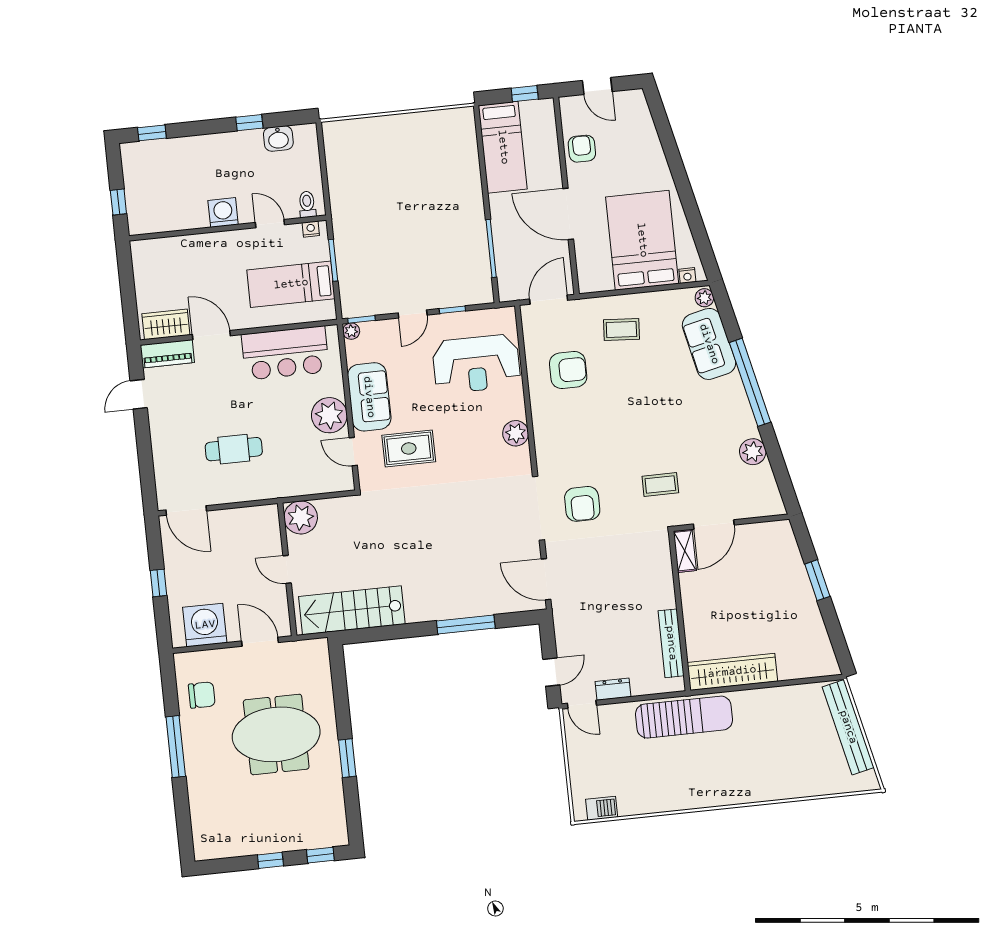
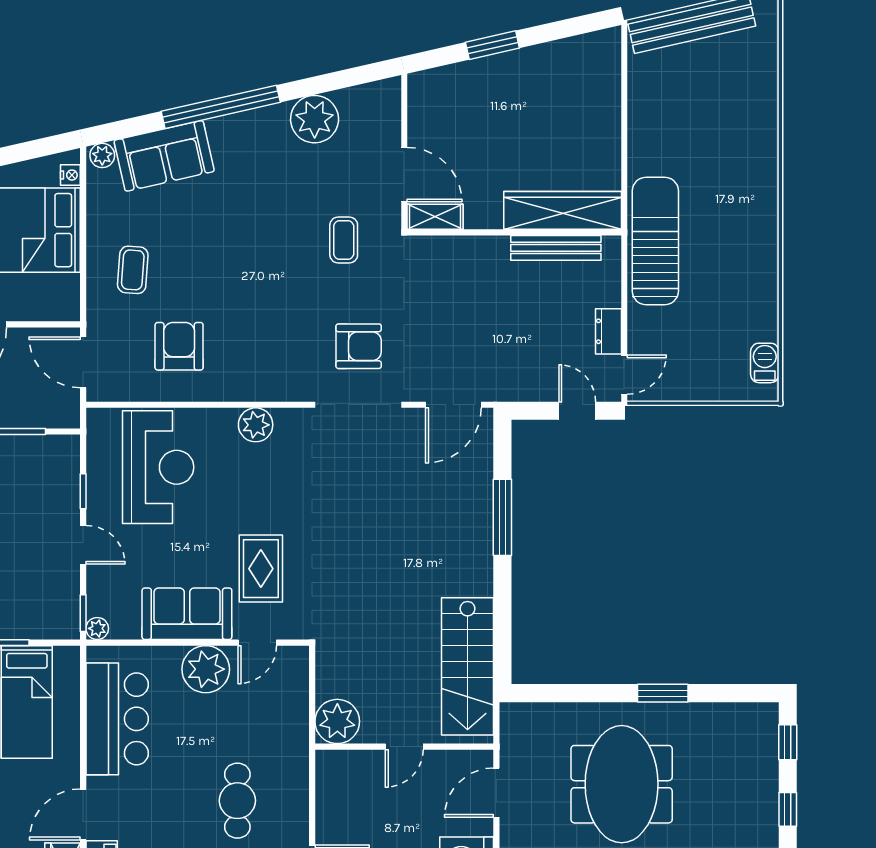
plant: (753, 452) -> (315, 119), width x1.36, depth x1.36
wardrobe: (732, 672) -> (563, 210), moved, turned 90

